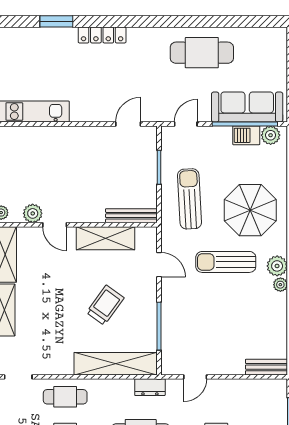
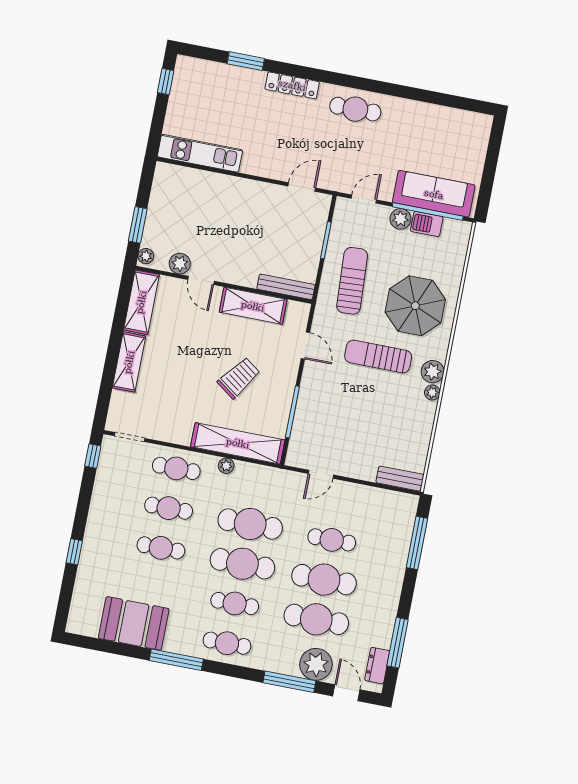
cafe table: (202, 53) -> (355, 109), moved, width x0.73, depth x0.74
plant: (271, 135) -> (400, 219), moved
plant: (109, 386) -> (226, 466), added
dresser: (150, 387) -> (270, 476), removed

